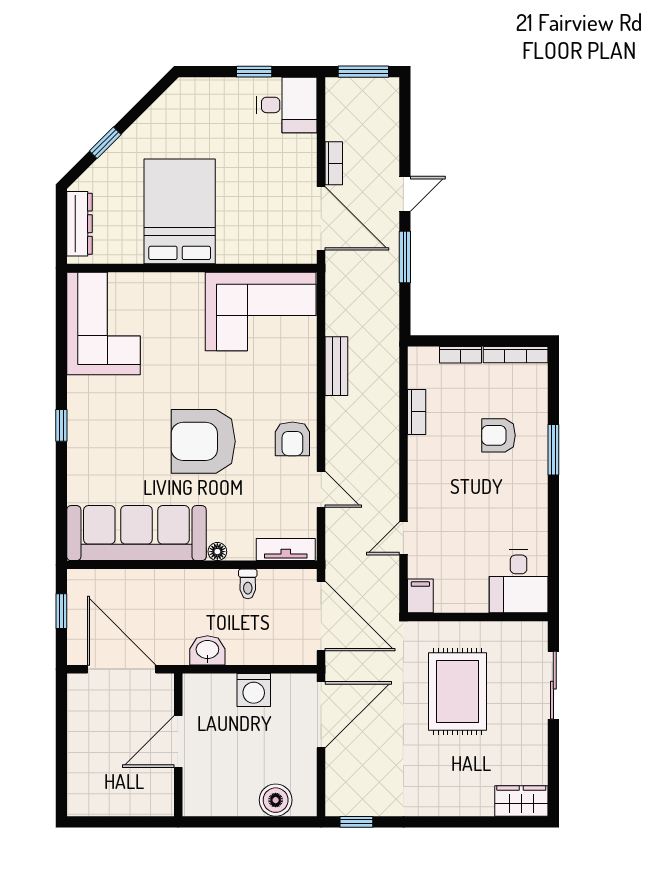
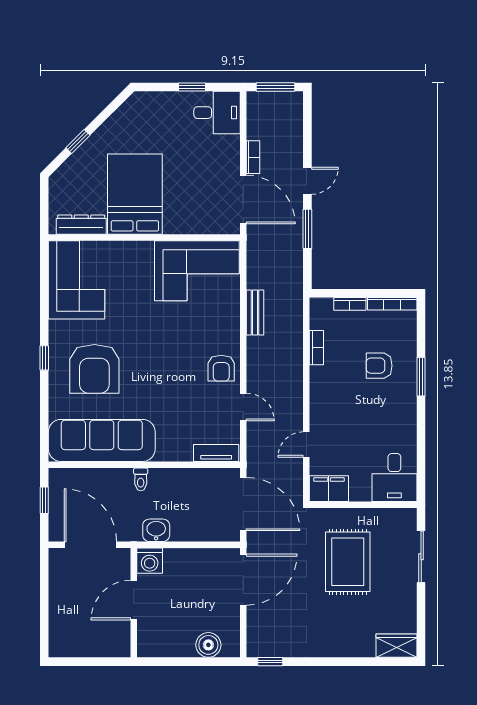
dresser: (80, 224) -> (81, 225), moved, turned -90
armchair: (203, 441) -> (94, 369), moved, turned -90
floor lamp: (217, 552) -> (164, 455), removed
toilet: (248, 584) -> (141, 479), moved
filing cabinet: (420, 596) -> (329, 489), width x2.00
washing machine: (254, 690) -> (150, 561), moved

